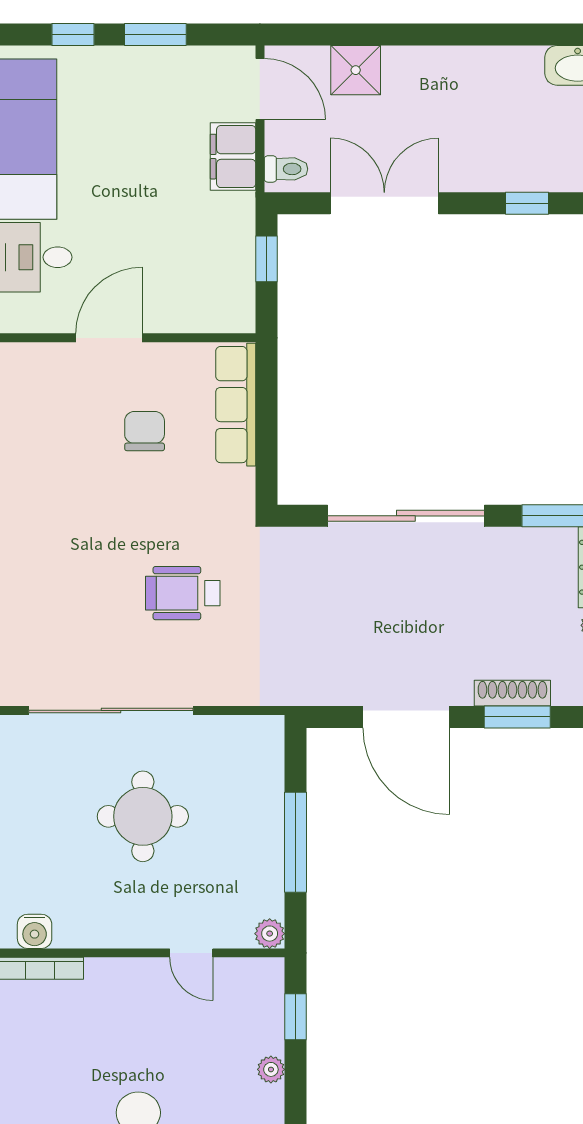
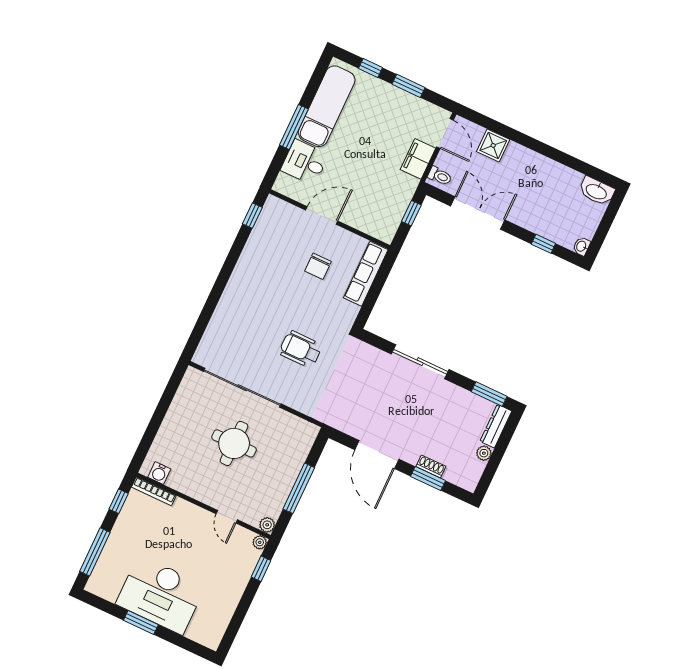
chair: (145, 431) -> (318, 266), turned 180
sliding door: (406, 516) -> (420, 362), width x0.73
shoe rack: (512, 693) -> (431, 466), width x0.70
plant: (271, 1069) -> (260, 542), moved

